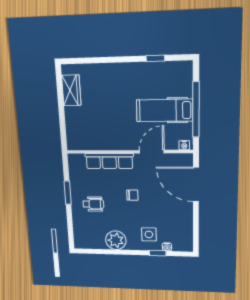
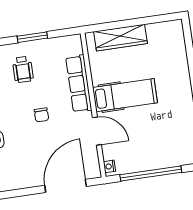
wardrobe: (71, 90) -> (121, 38), moved, width x1.50
hospital bed: (165, 110) -> (125, 95), moved, turned 90

